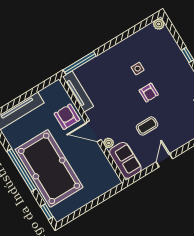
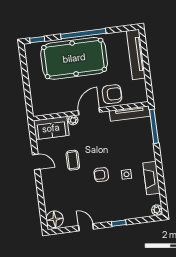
fireplace: (131, 43) -> (151, 178), added

